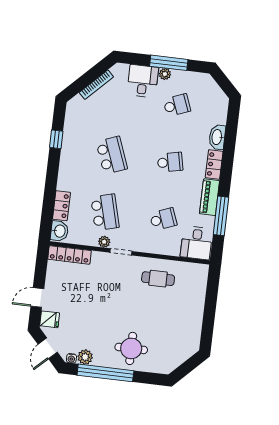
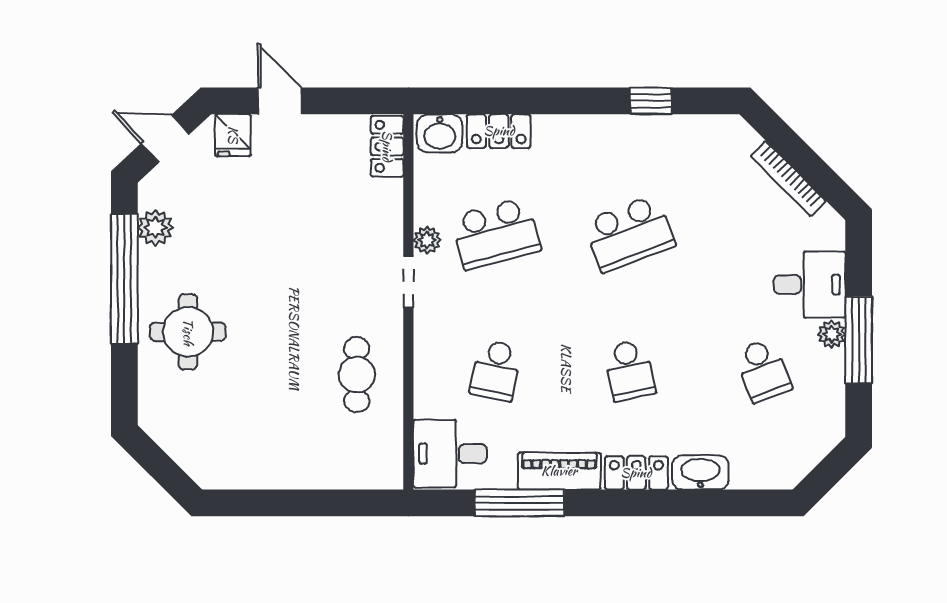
school desk: (163, 219) -> (496, 370), turned 33
locker: (69, 255) -> (387, 146), width x0.66
water cooler: (71, 358) -> (149, 196), removed

